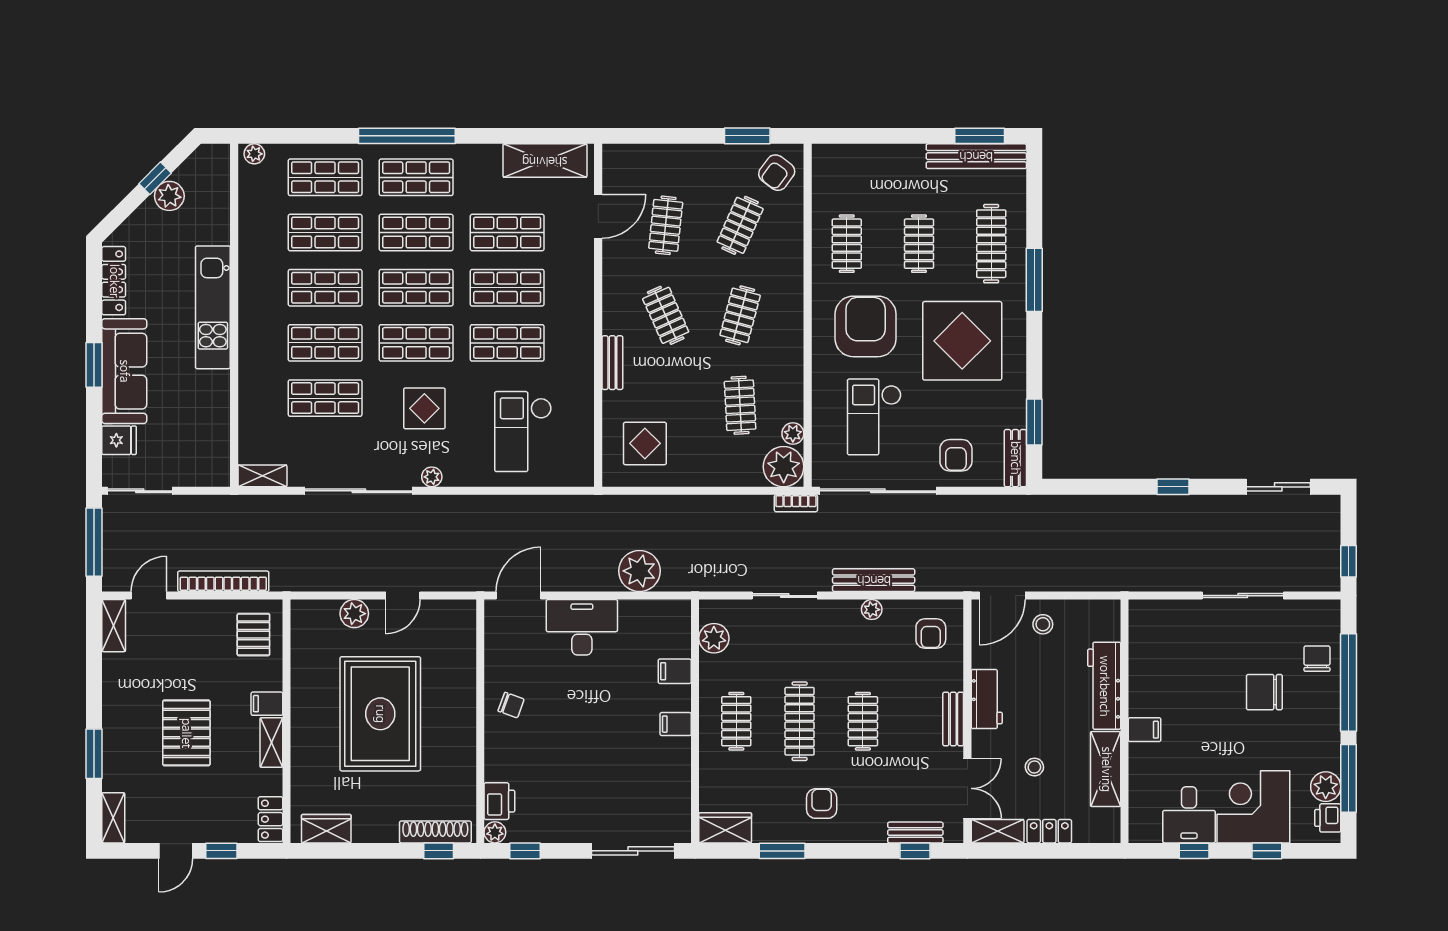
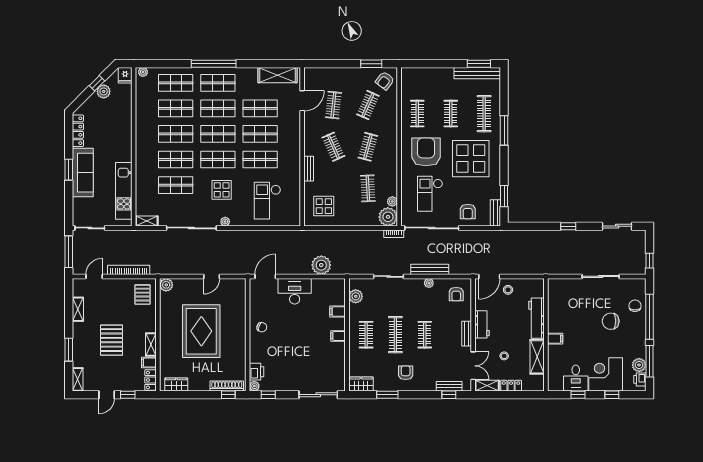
kitchen unit: (213, 307) -> (124, 191), moved
fridge: (119, 440) -> (125, 75), moved, turned 90
plant: (354, 614) -> (166, 285), moved
shelving: (114, 626) -> (78, 309), moved
filing cabinet: (267, 704) -> (149, 363), moved

